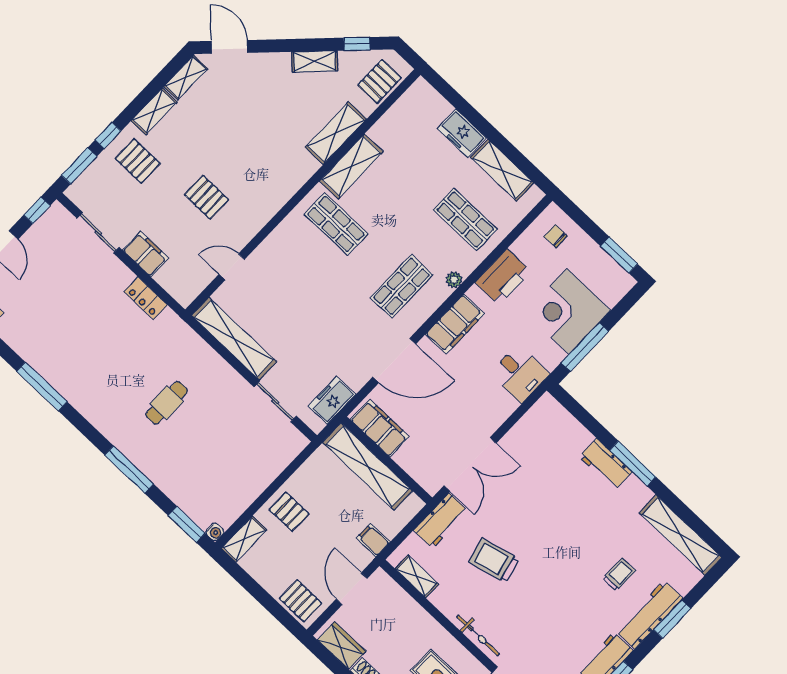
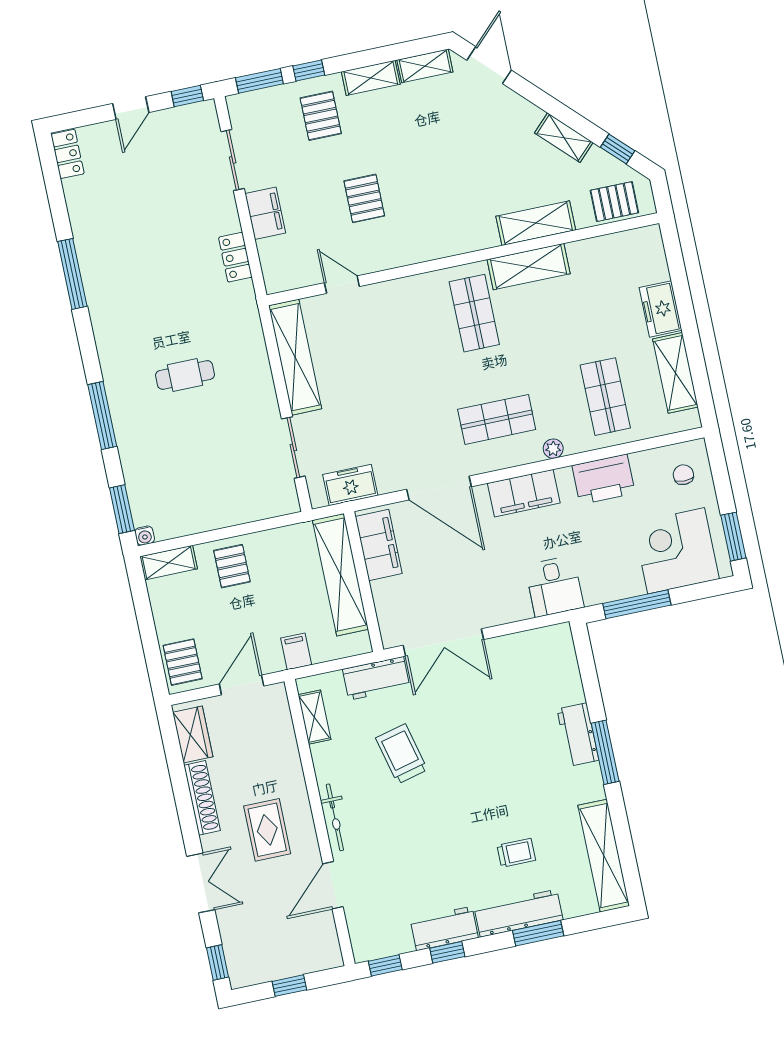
corner desk: (568, 311) -> (676, 551), moved

